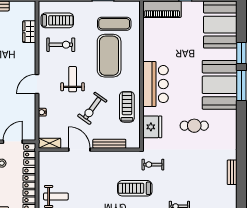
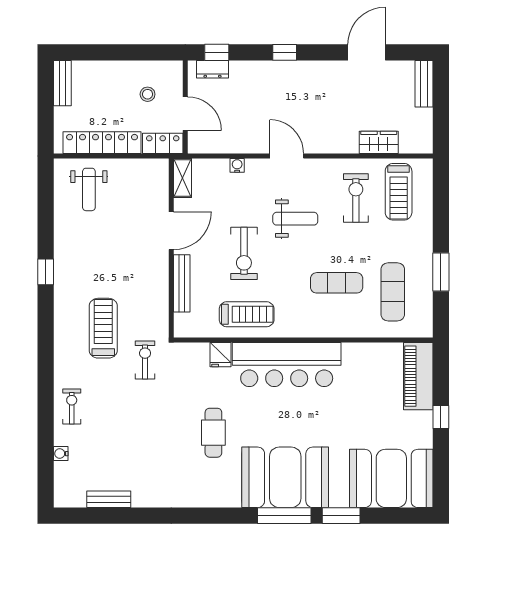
exercise bike: (61, 45) -> (356, 198), turned 180
exercise mat: (109, 56) -> (337, 283), width x0.50, depth x0.69
bar counter: (155, 84) -> (287, 365), width x1.36
exercise bike: (92, 108) -> (244, 253), turned -126
fridge: (152, 127) -> (221, 355), width x0.53, depth x0.75
bench: (232, 172) -> (109, 499), moved

